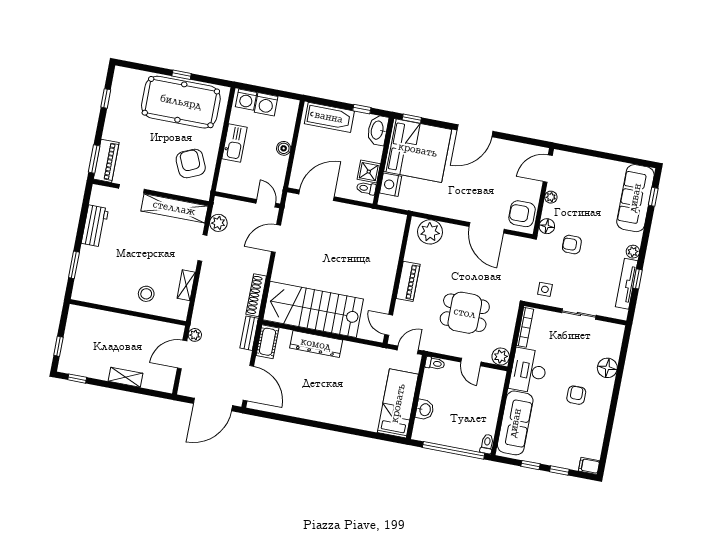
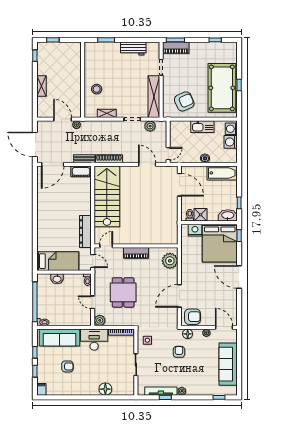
bathtub: (329, 117) -> (222, 173), moved, turned -90
sofa: (635, 198) -> (228, 364), moved, turned -90
armchair: (522, 214) -> (192, 317), turned 90
dresser: (316, 344) -> (85, 231), moved
door: (471, 362) -> (93, 302), hinge flipped
armchair: (576, 395) -> (67, 366), moved

